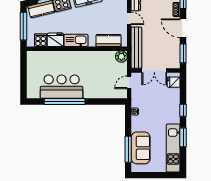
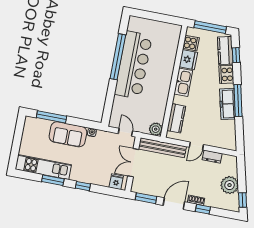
bar counter: (62, 87) -> (133, 65), width x1.36
sofa: (141, 148) -> (68, 134), moved

